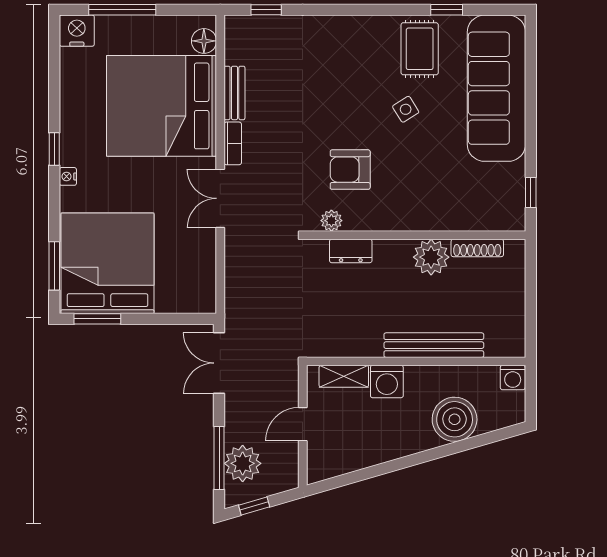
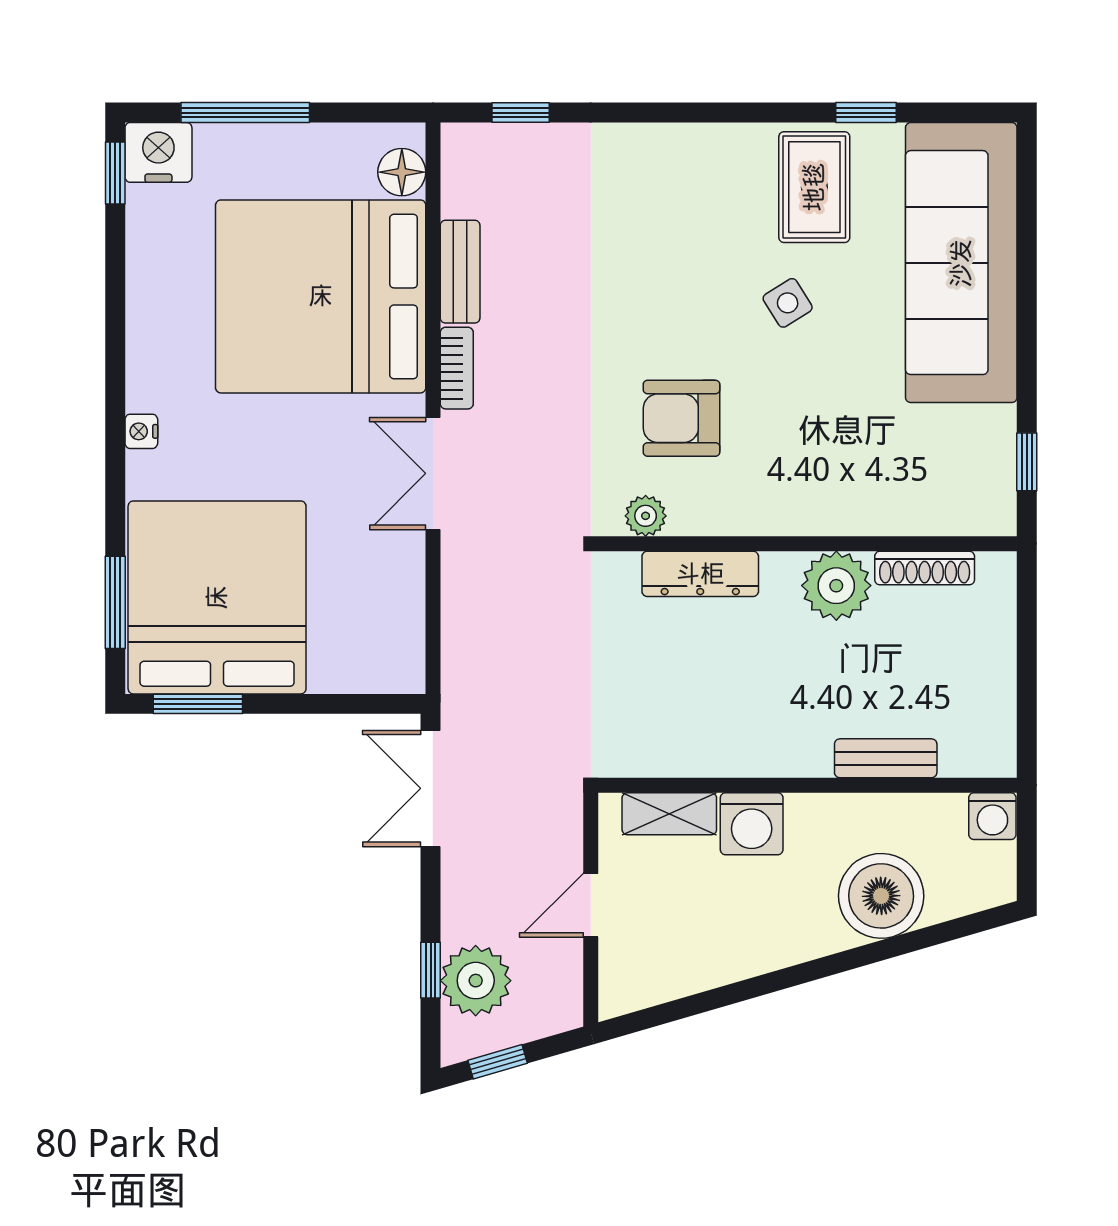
window: (54, 149) -> (115, 173), moved
dresser: (351, 251) -> (700, 574), width x1.44
bench: (434, 345) -> (886, 758), width x0.54, depth x0.82
window: (219, 458) -> (431, 970), width x0.46

